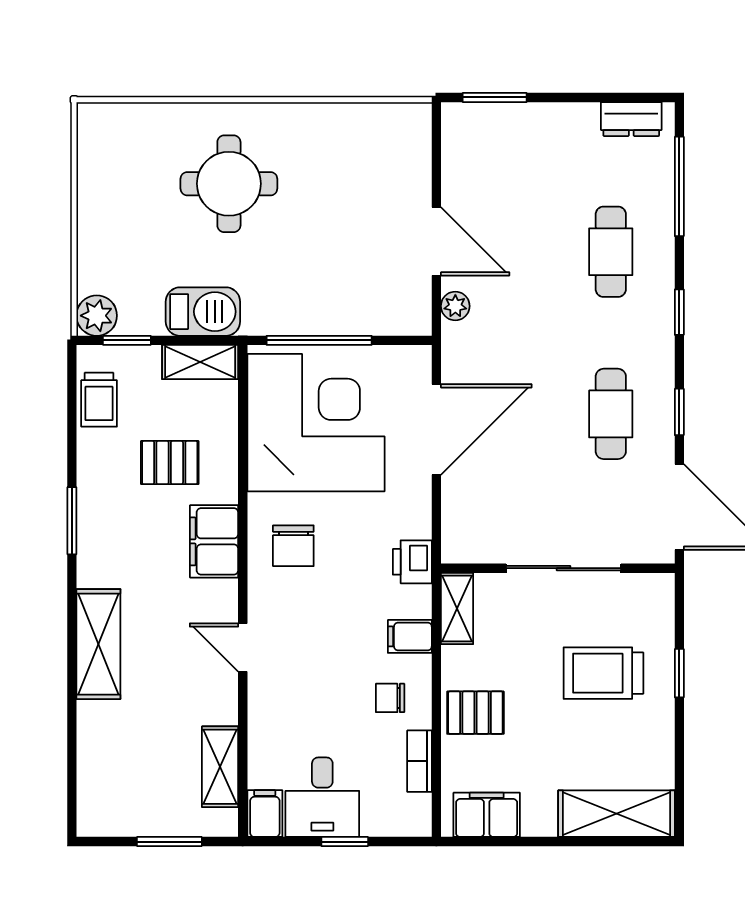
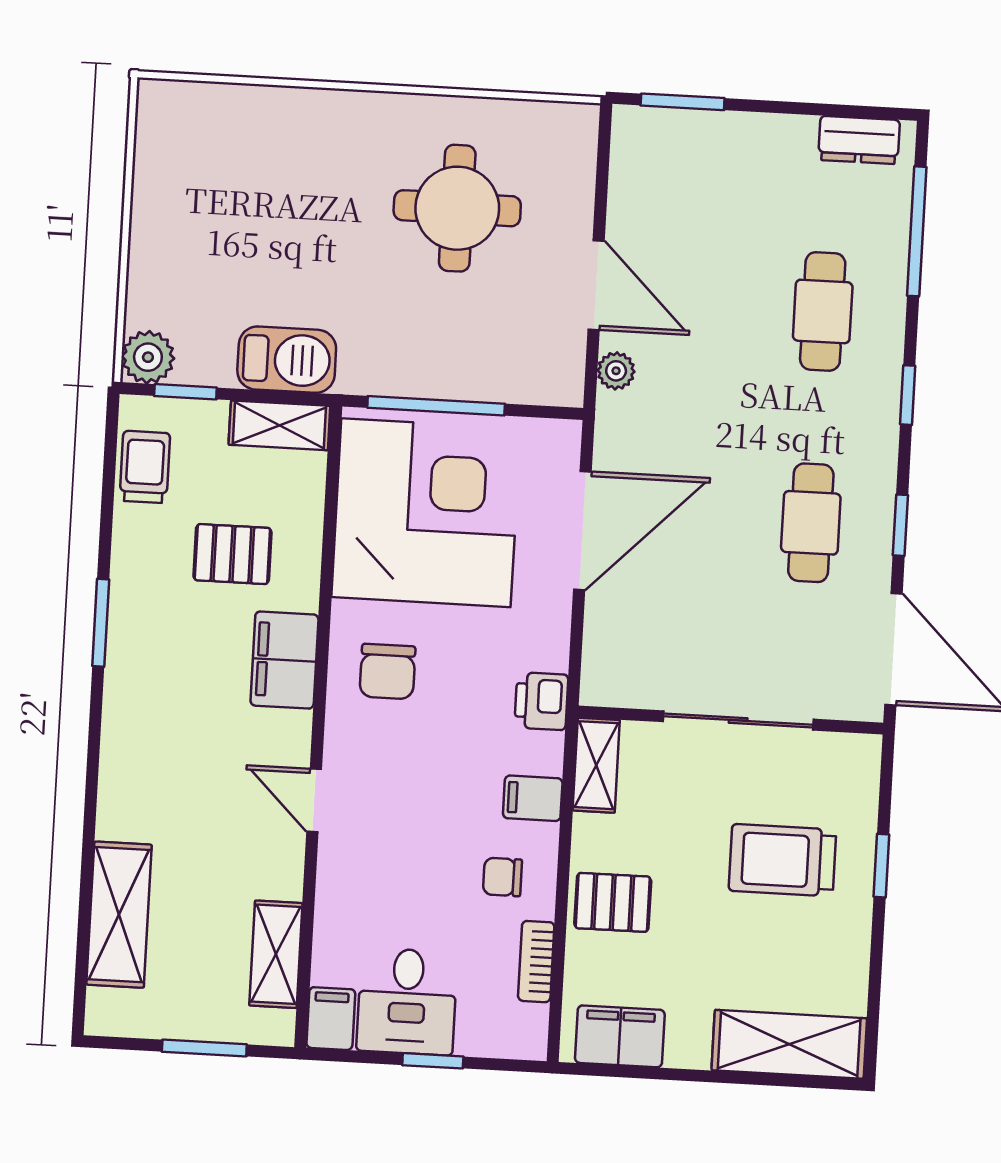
round table: (229, 184) -> (457, 208), moved
trolley: (99, 400) -> (145, 467), turned 180
shelving: (98, 644) -> (119, 915), moved

